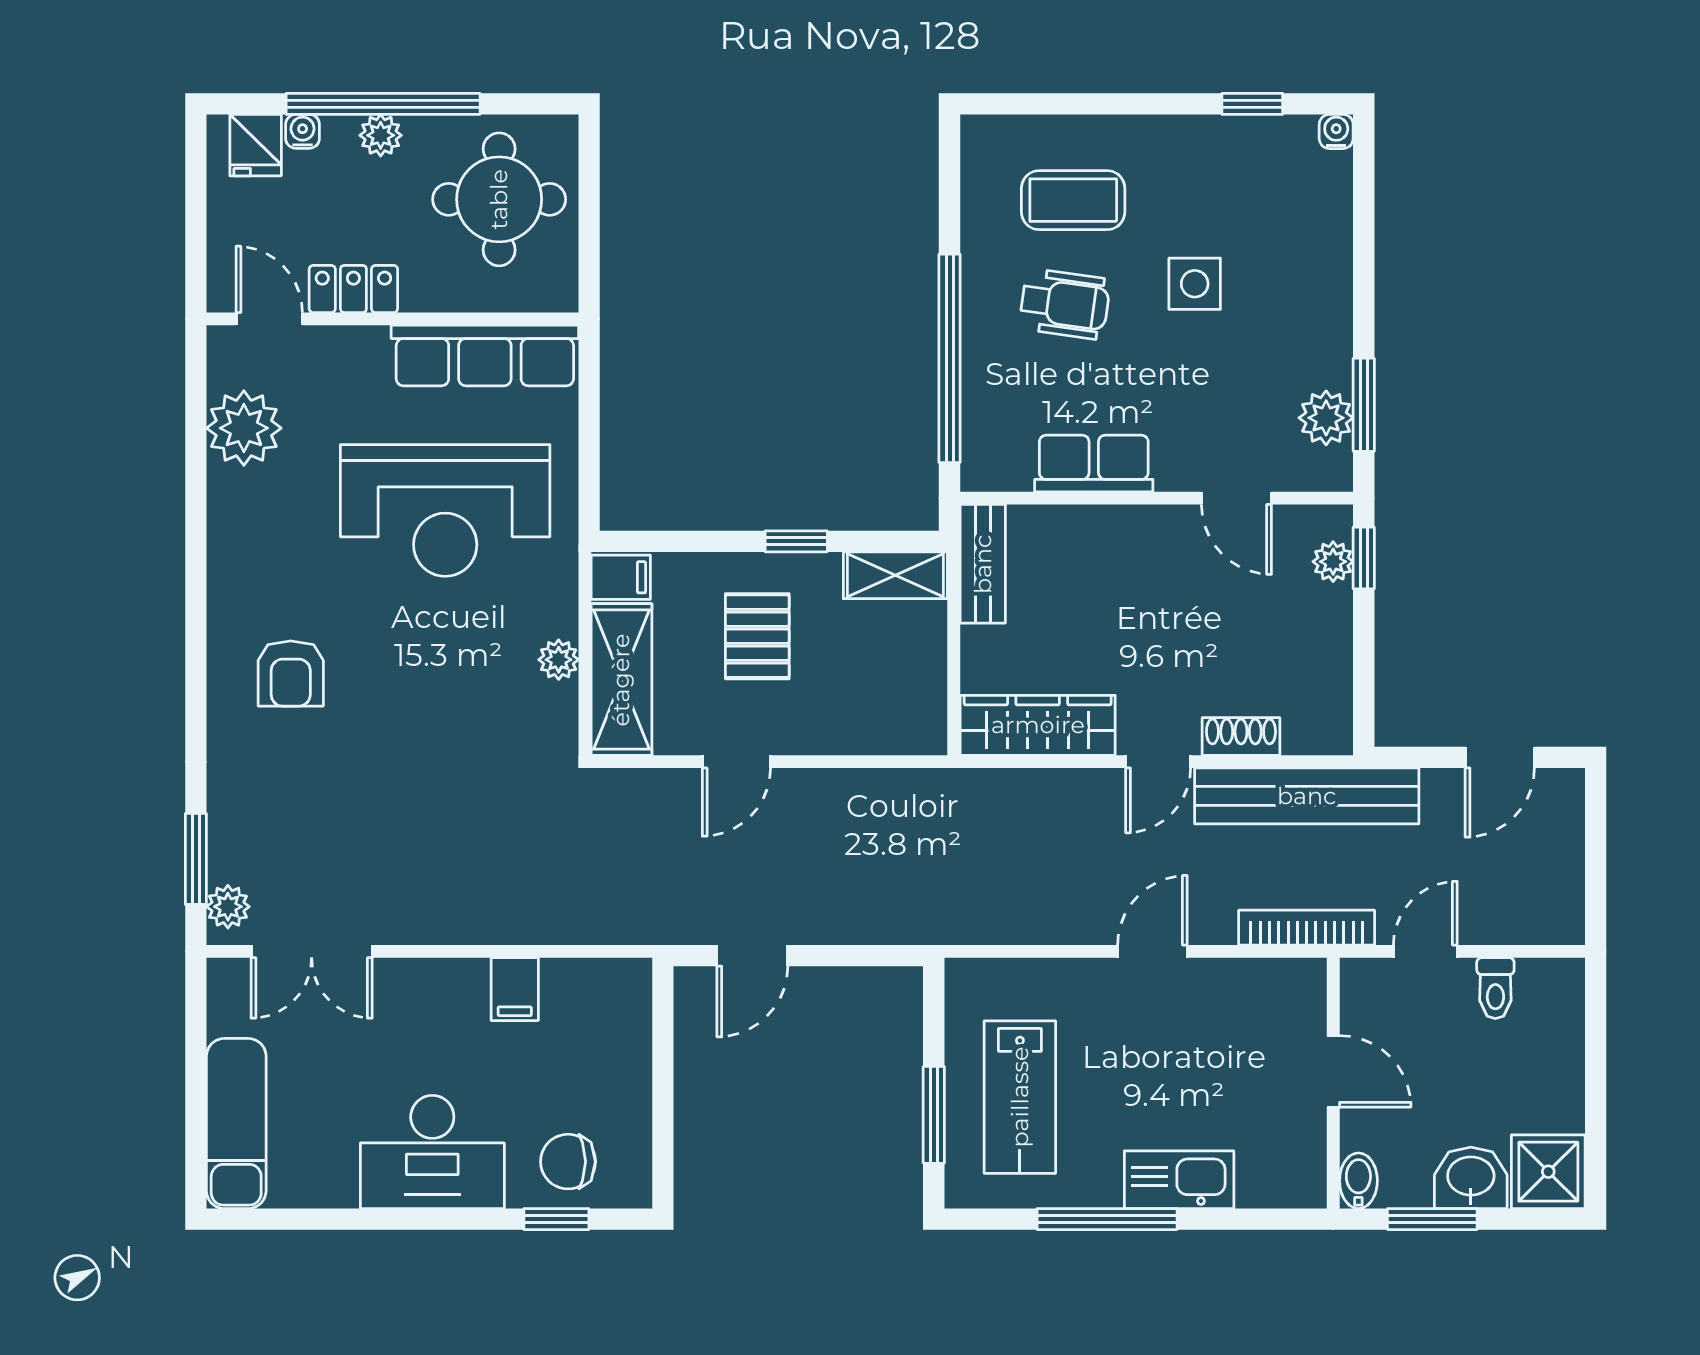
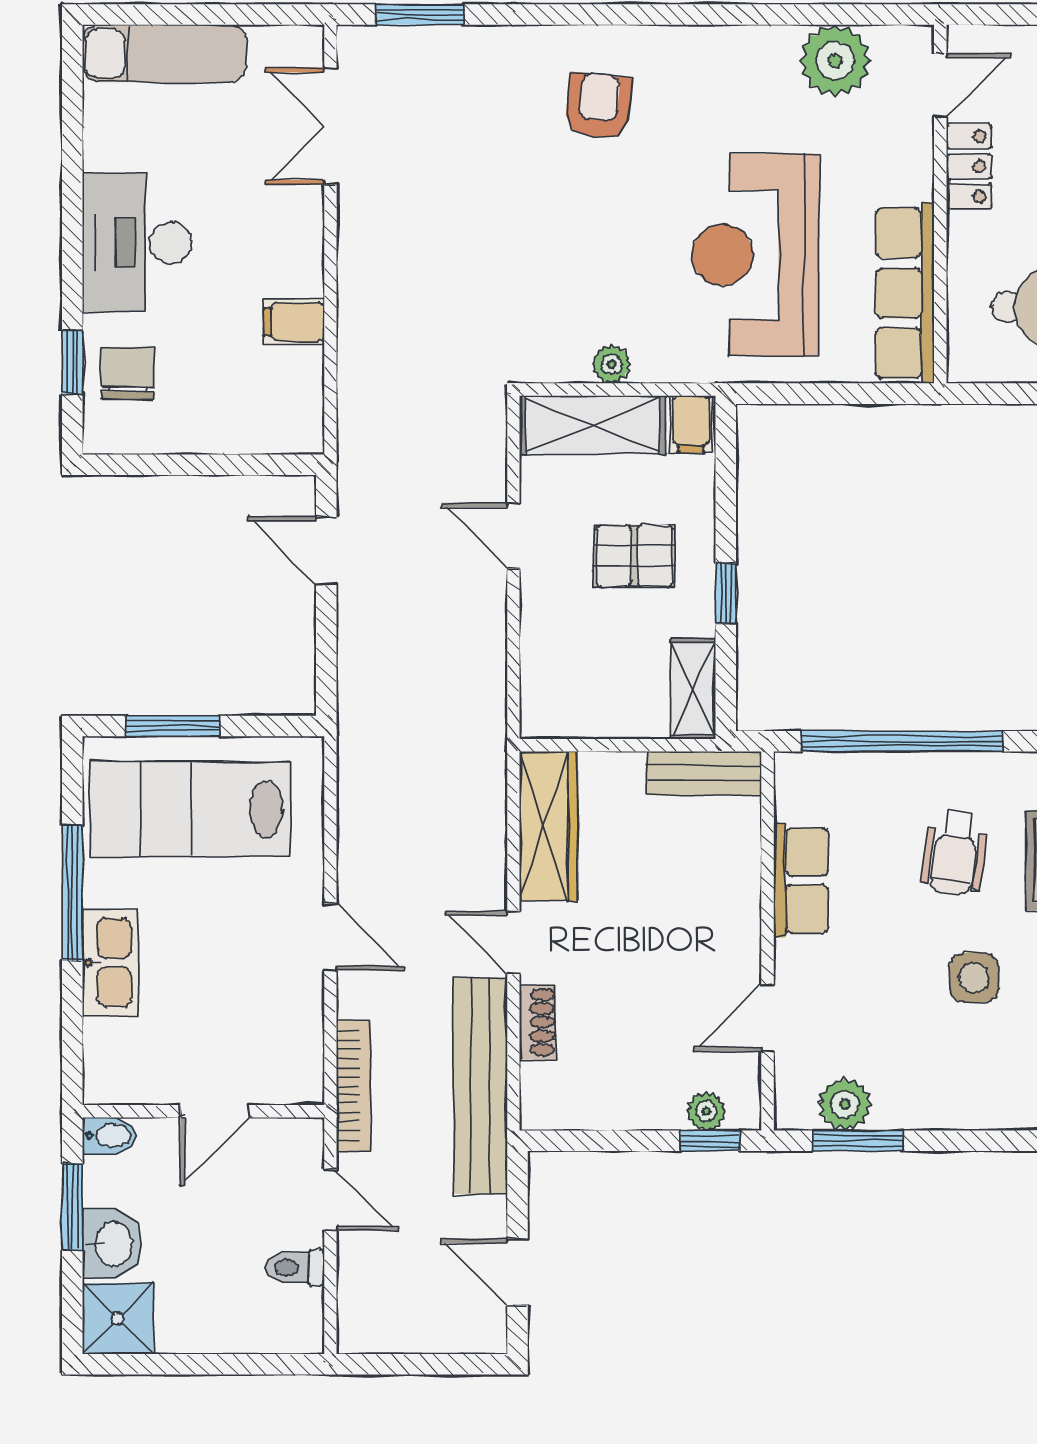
armchair: (291, 673) -> (598, 106), turned 96
plant: (228, 907) -> (373, 45), removed
lab bench: (1020, 1097) -> (190, 809), width x1.36, depth x1.39

